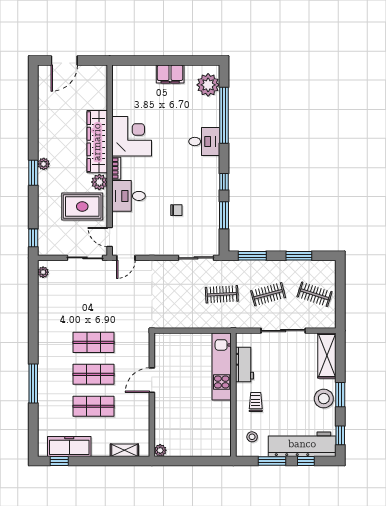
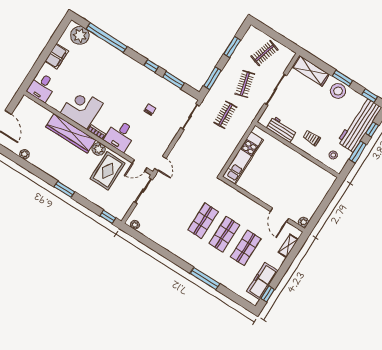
desk: (204, 142) -> (42, 87), moved, turned 180
plant: (44, 164) -> (24, 154), moved
kitchen unit: (222, 367) -> (243, 158), moved, turned -90
door: (152, 380) -> (280, 215), moved

